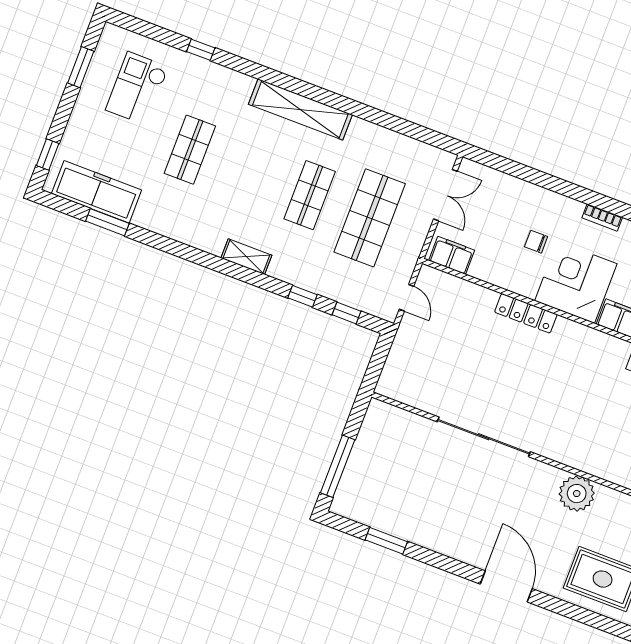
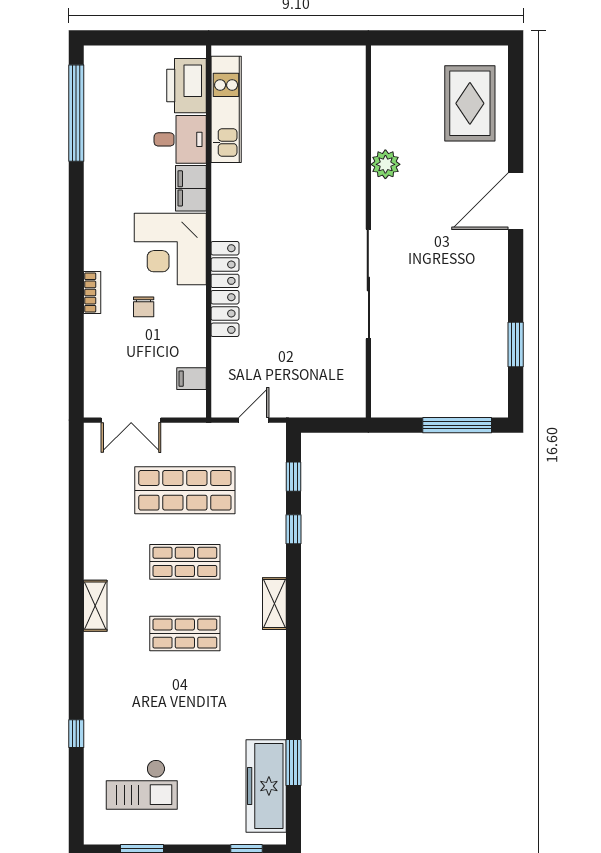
shelving: (300, 109) -> (95, 606), width x0.45, depth x0.75
shop shelf: (190, 150) -> (185, 634), moved
double door: (445, 195) -> (131, 420), swing flipped
bookcase: (602, 218) -> (92, 292), moved
filing cabinet: (452, 255) -> (191, 379), width x0.50
locker: (526, 313) -> (225, 289), width x1.41, depth x1.21
plant: (577, 494) -> (385, 164), width x0.73, depth x0.73

